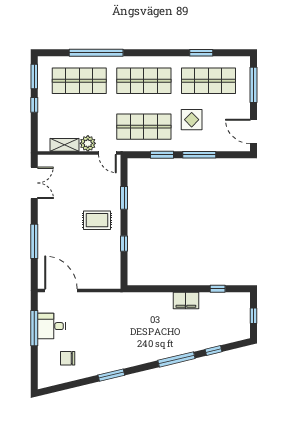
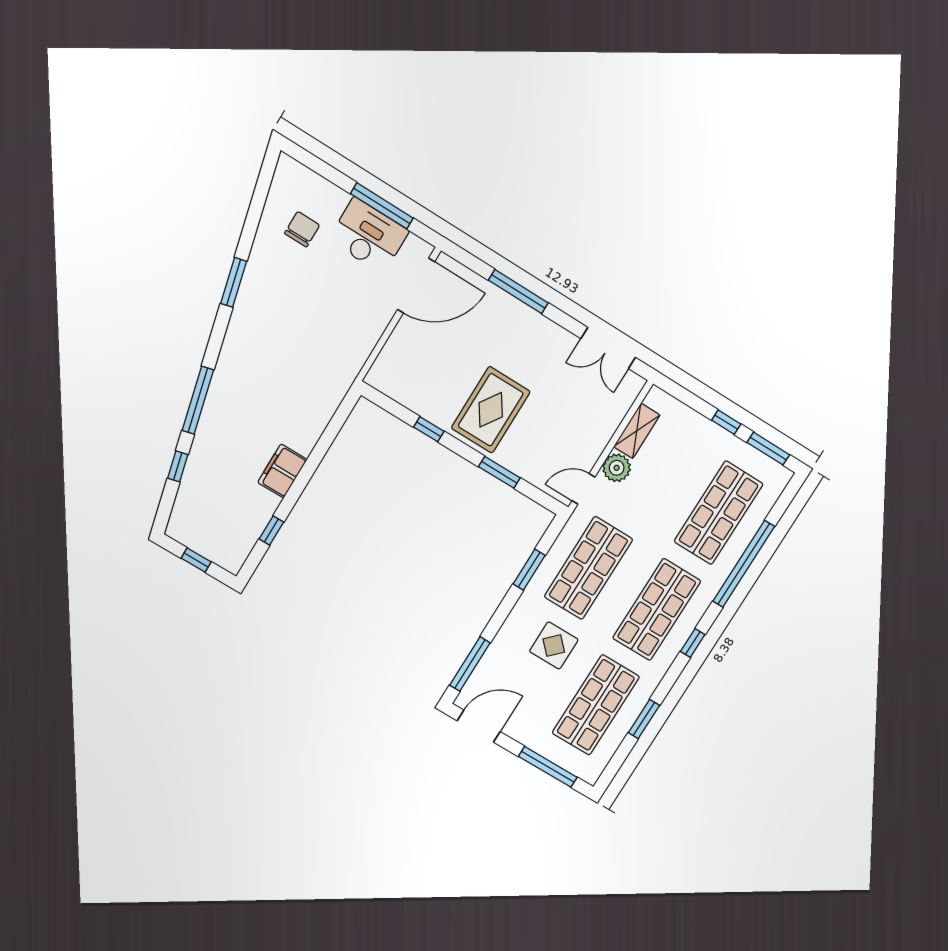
window: (150, 53) -> (693, 643), added
window: (199, 155) -> (470, 664), moved
rug: (97, 220) -> (491, 410), width x1.36, depth x1.43
desk: (52, 326) -> (369, 236), width x1.37

